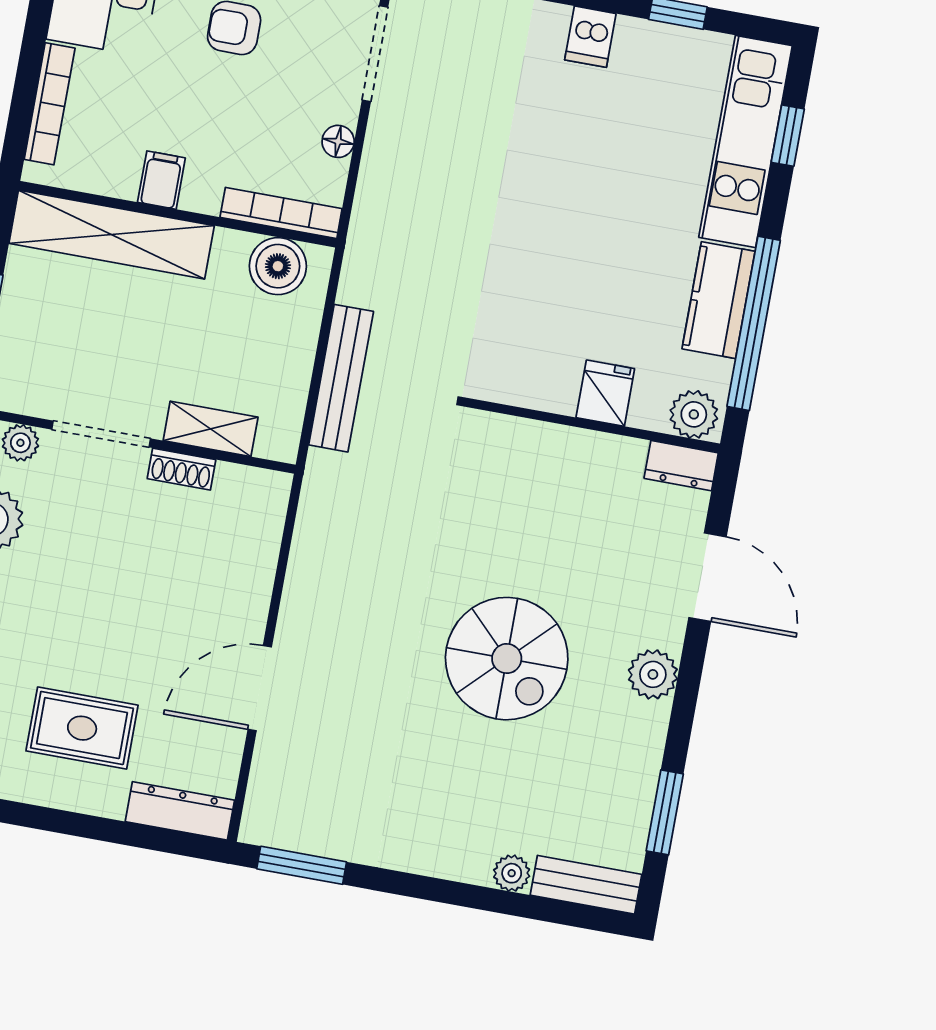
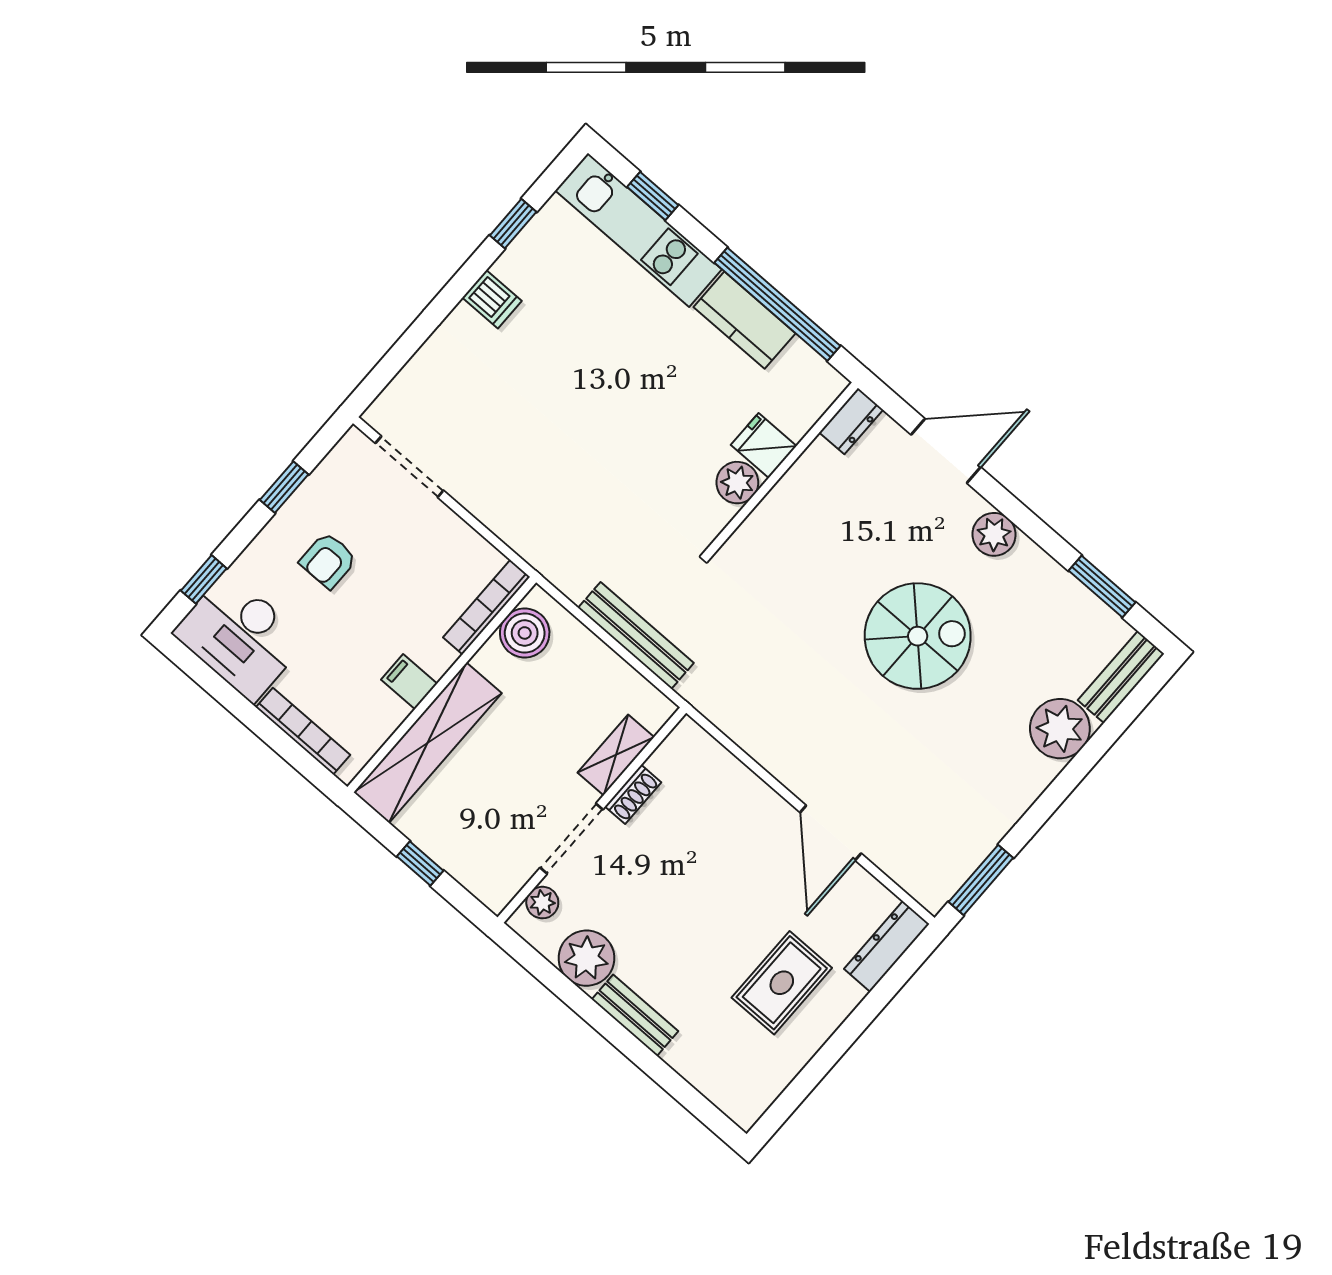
floor lamp: (338, 141) -> (458, 533), removed
plant: (694, 414) -> (737, 483), moved
plant: (512, 873) -> (1060, 729), width x1.87, depth x1.87

